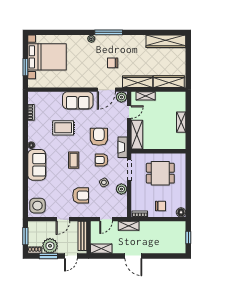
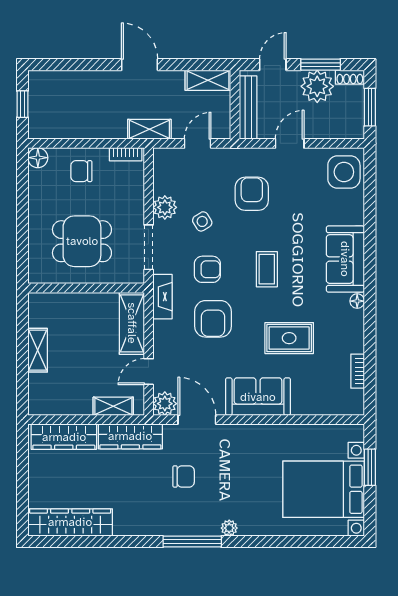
door: (106, 90) -> (197, 420), hinge flipped
armchair: (81, 195) -> (252, 194), turned 90

